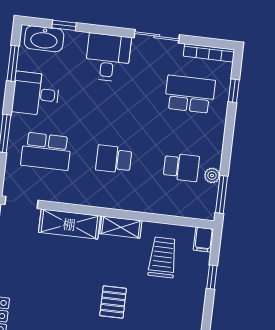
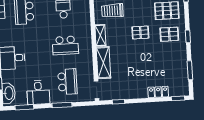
school desk: (114, 159) -> (65, 45), width x1.85

